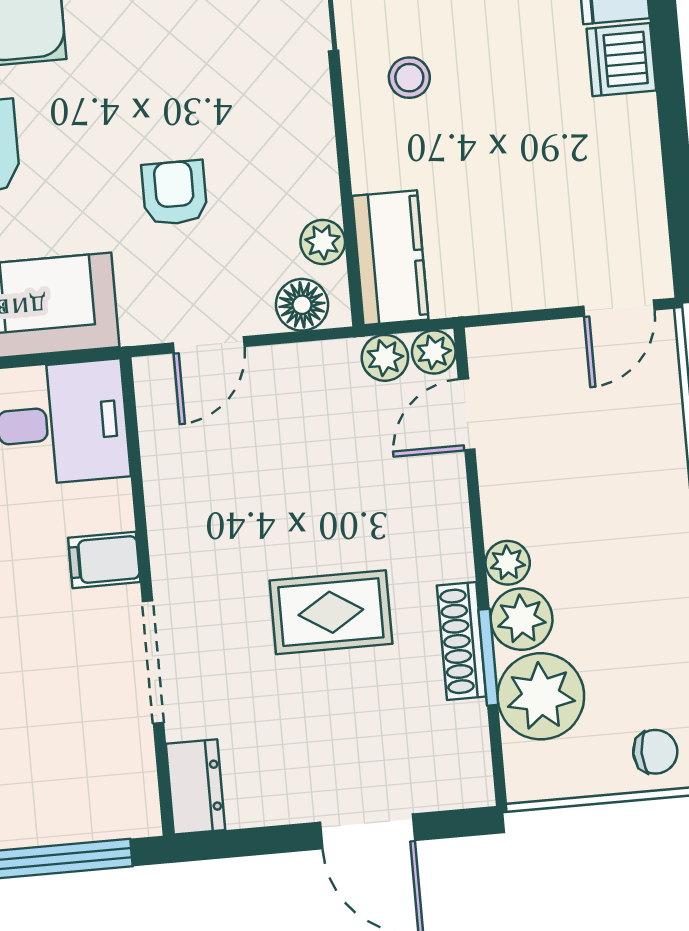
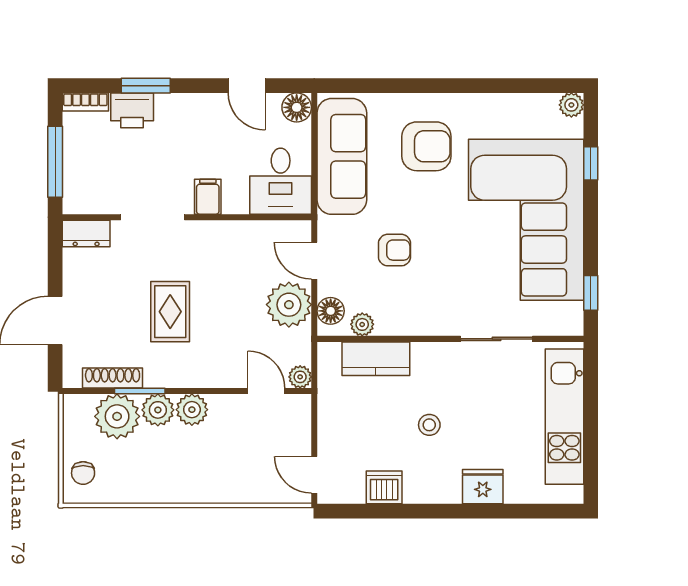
dishwasher: (621, 60) -> (384, 487), moved
stool: (409, 78) -> (429, 425), moved
kitchen counter: (390, 258) -> (376, 359), moved
plant: (385, 358) -> (289, 305), moved, width x1.88, depth x1.88
plant: (508, 563) -> (192, 410), width x1.38, depth x1.38
shoe rack: (462, 641) -> (113, 378), moved

